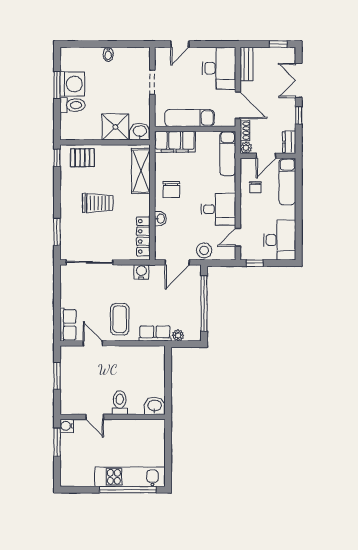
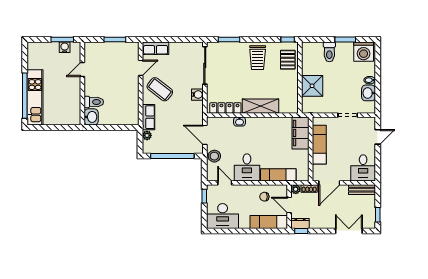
door: (180, 44) -> (378, 137), swing flipped
desk: (219, 68) -> (363, 168), width x0.73
washing machine: (72, 84) -> (364, 52), moved
window: (299, 116) -> (301, 231), moved
washbasin: (140, 132) -> (369, 93), moved, turned 180
exam couch: (228, 153) -> (278, 175), moved
shelving: (141, 171) -> (260, 106), moved
chair: (171, 189) -> (263, 130), removed
trolley: (98, 203) -> (258, 58), moved
water cooler: (141, 272) -> (197, 95), moved
coffee table: (120, 319) -> (160, 89), turned 38
toilet: (120, 403) -> (94, 102), moved
water cooler: (67, 426) -> (65, 47), moved

